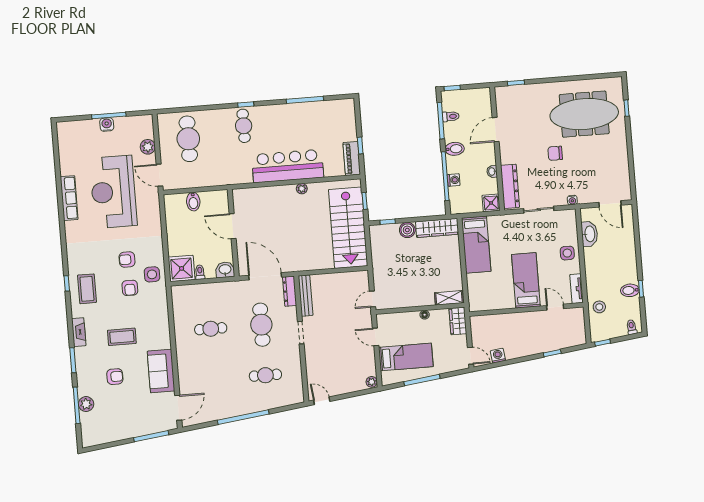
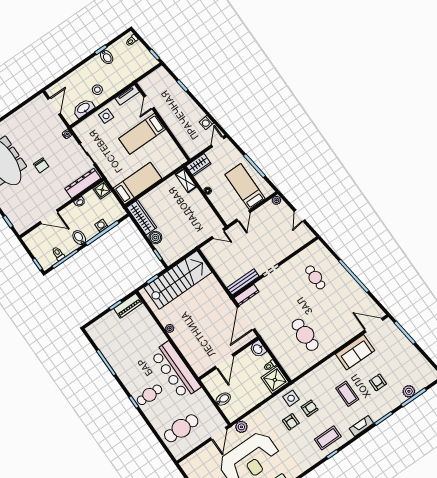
plant: (148, 147) -> (241, 427), moved
bar counter: (288, 166) -> (176, 370), moved
stool: (599, 307) -> (97, 90), moved
cafe table: (261, 325) -> (282, 301), removed
cafe table: (211, 329) -> (305, 335), width x1.37, depth x1.35
door: (322, 401) -> (300, 216), moved

